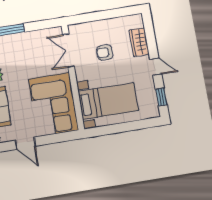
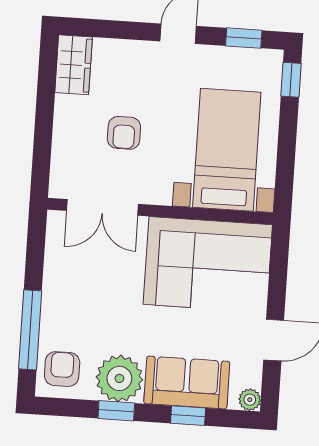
wardrobe: (139, 42) -> (74, 65), moved, turned -90
window: (148, 123) -> (291, 80), added

